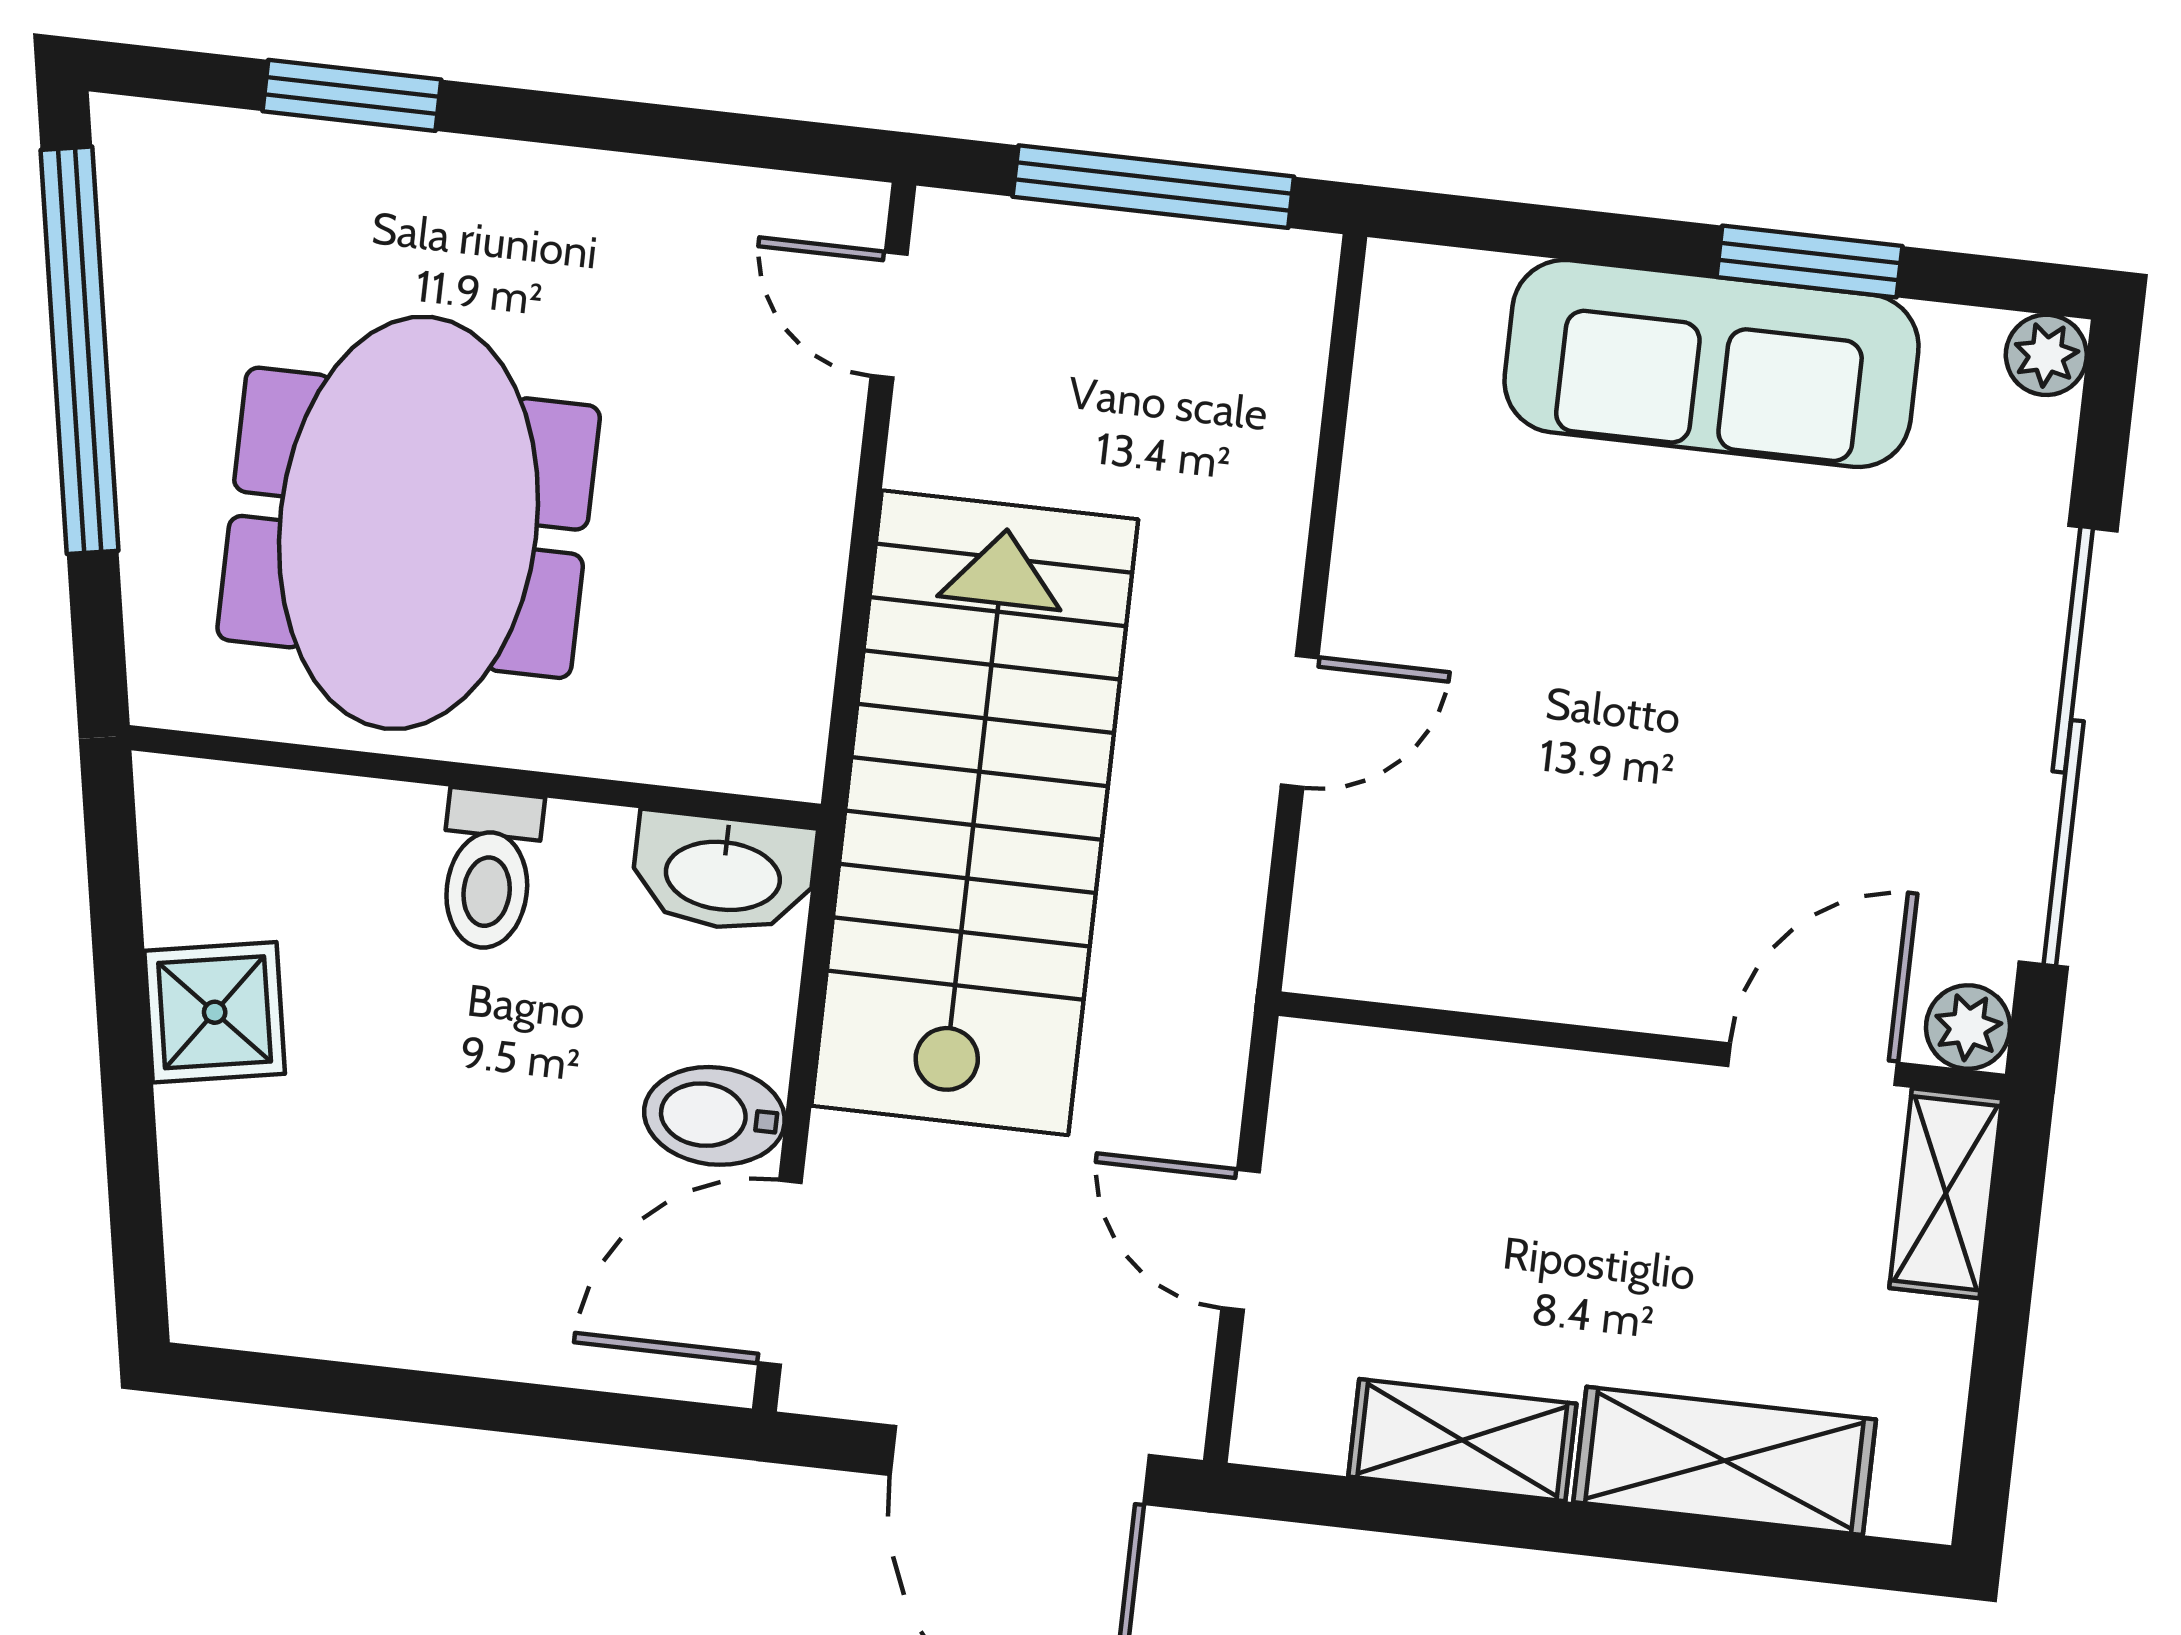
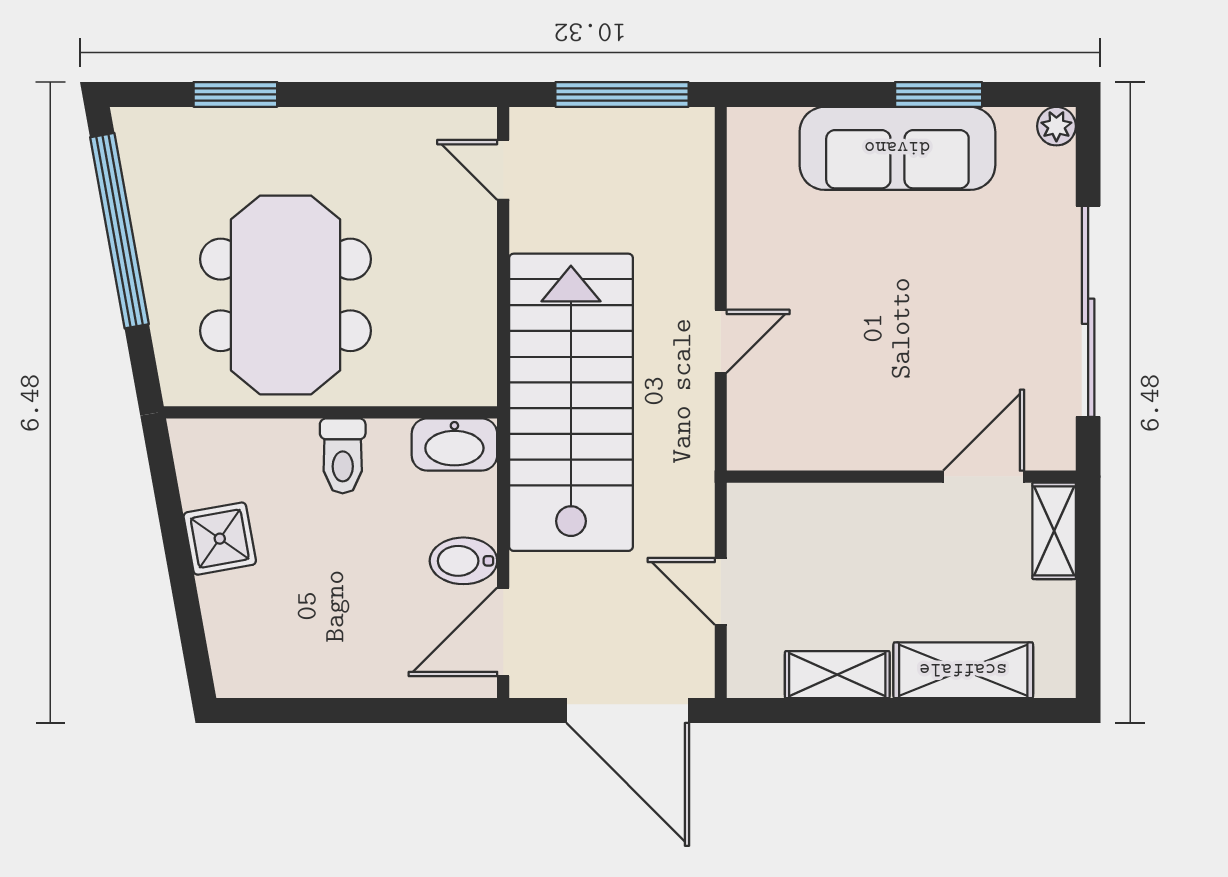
plant: (1968, 1027) -> (1056, 450), removed

